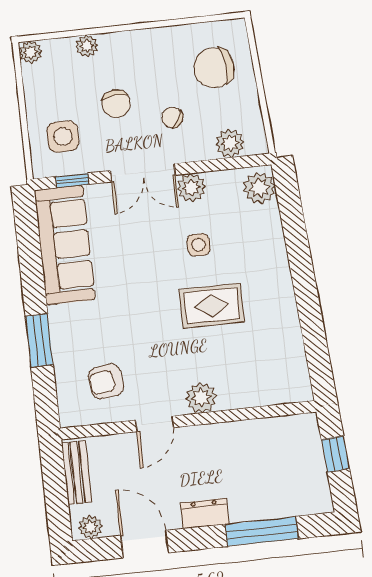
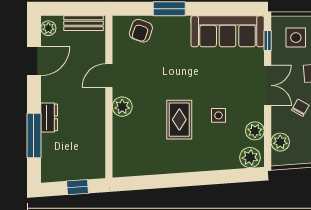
double door: (143, 173) -> (268, 85), swing flipped
plant: (191, 188) -> (255, 131), moved
armchair: (106, 381) -> (141, 31), moved, turned -153
door: (155, 424) -> (109, 76), hinge flipped
dresser: (205, 513) -> (49, 117), moved

